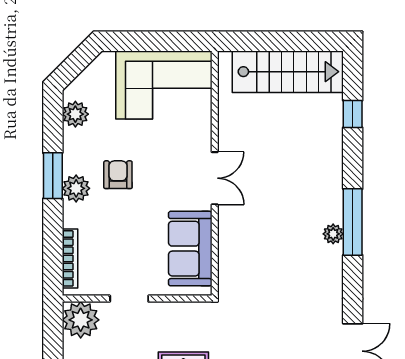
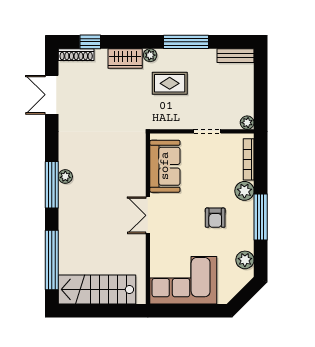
window: (353, 114) -> (52, 260), width x3.17
window: (53, 176) -> (261, 217), width x1.44
plant: (76, 188) -> (244, 191), moved
plant: (81, 320) -> (247, 123), width x0.53, depth x0.53

